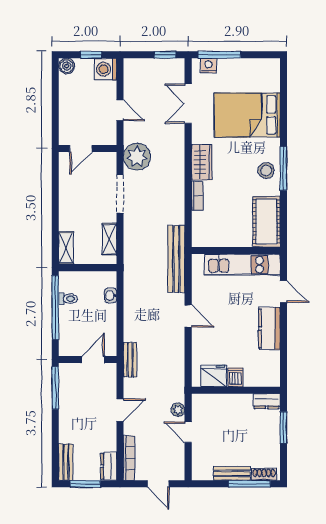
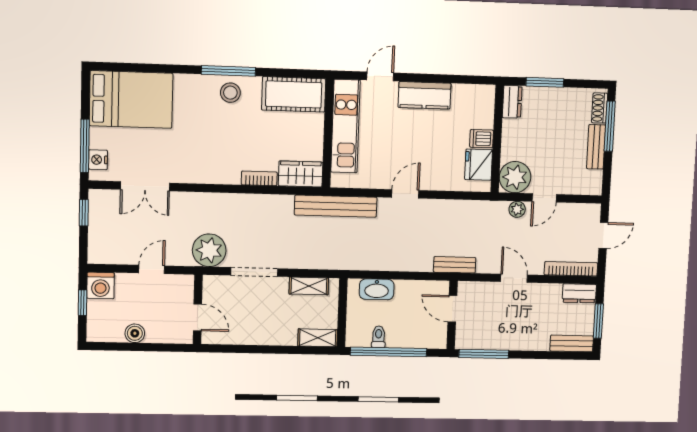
boiler: (67, 66) -> (135, 333), moved
bed: (247, 115) -> (131, 99), moved, turned -90
wardrobe: (202, 162) -> (301, 174), moved
washbasin: (111, 295) -> (377, 289), width x1.91, depth x1.45
plant: (205, 407) -> (515, 177), added

